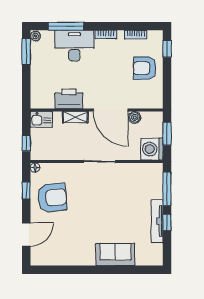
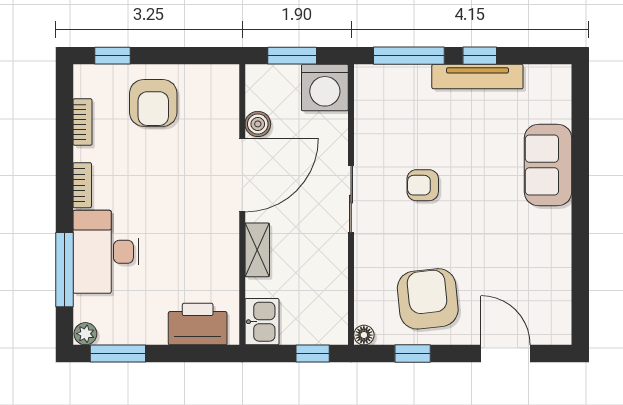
printer: (69, 99) -> (198, 324), moved, turned 90
armchair: (106, 195) -> (423, 185), added

